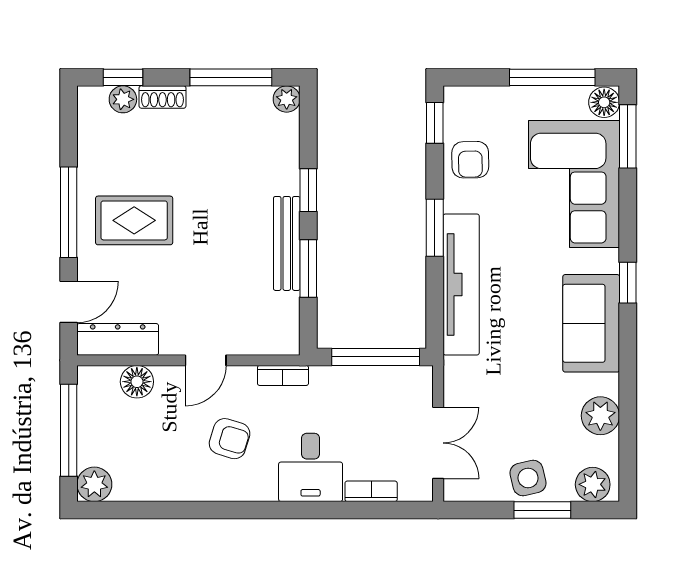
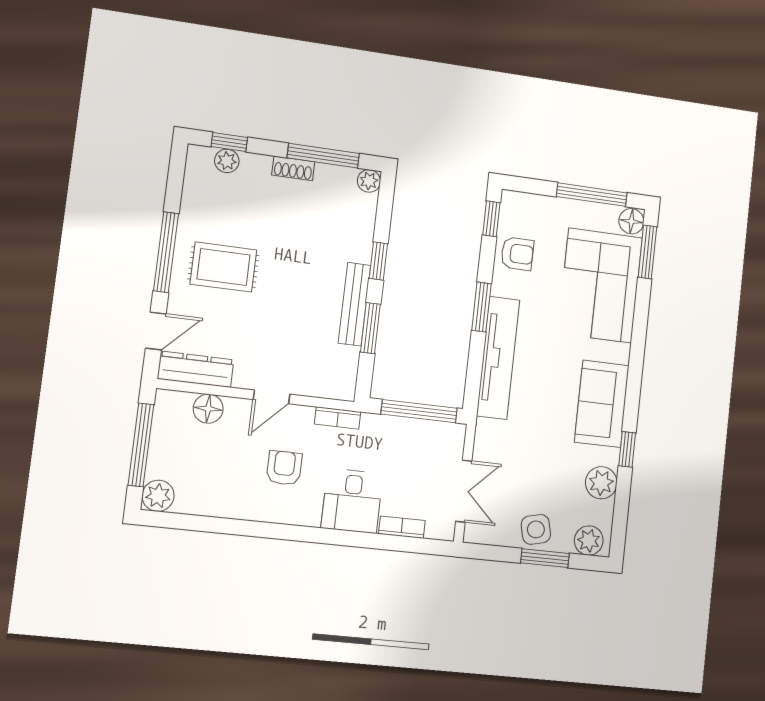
shoe rack: (163, 97) -> (293, 168), moved
armchair: (470, 160) -> (517, 254), turned -89
window: (628, 283) -> (627, 449), moved
armchair: (230, 439) -> (284, 468), turned -107

